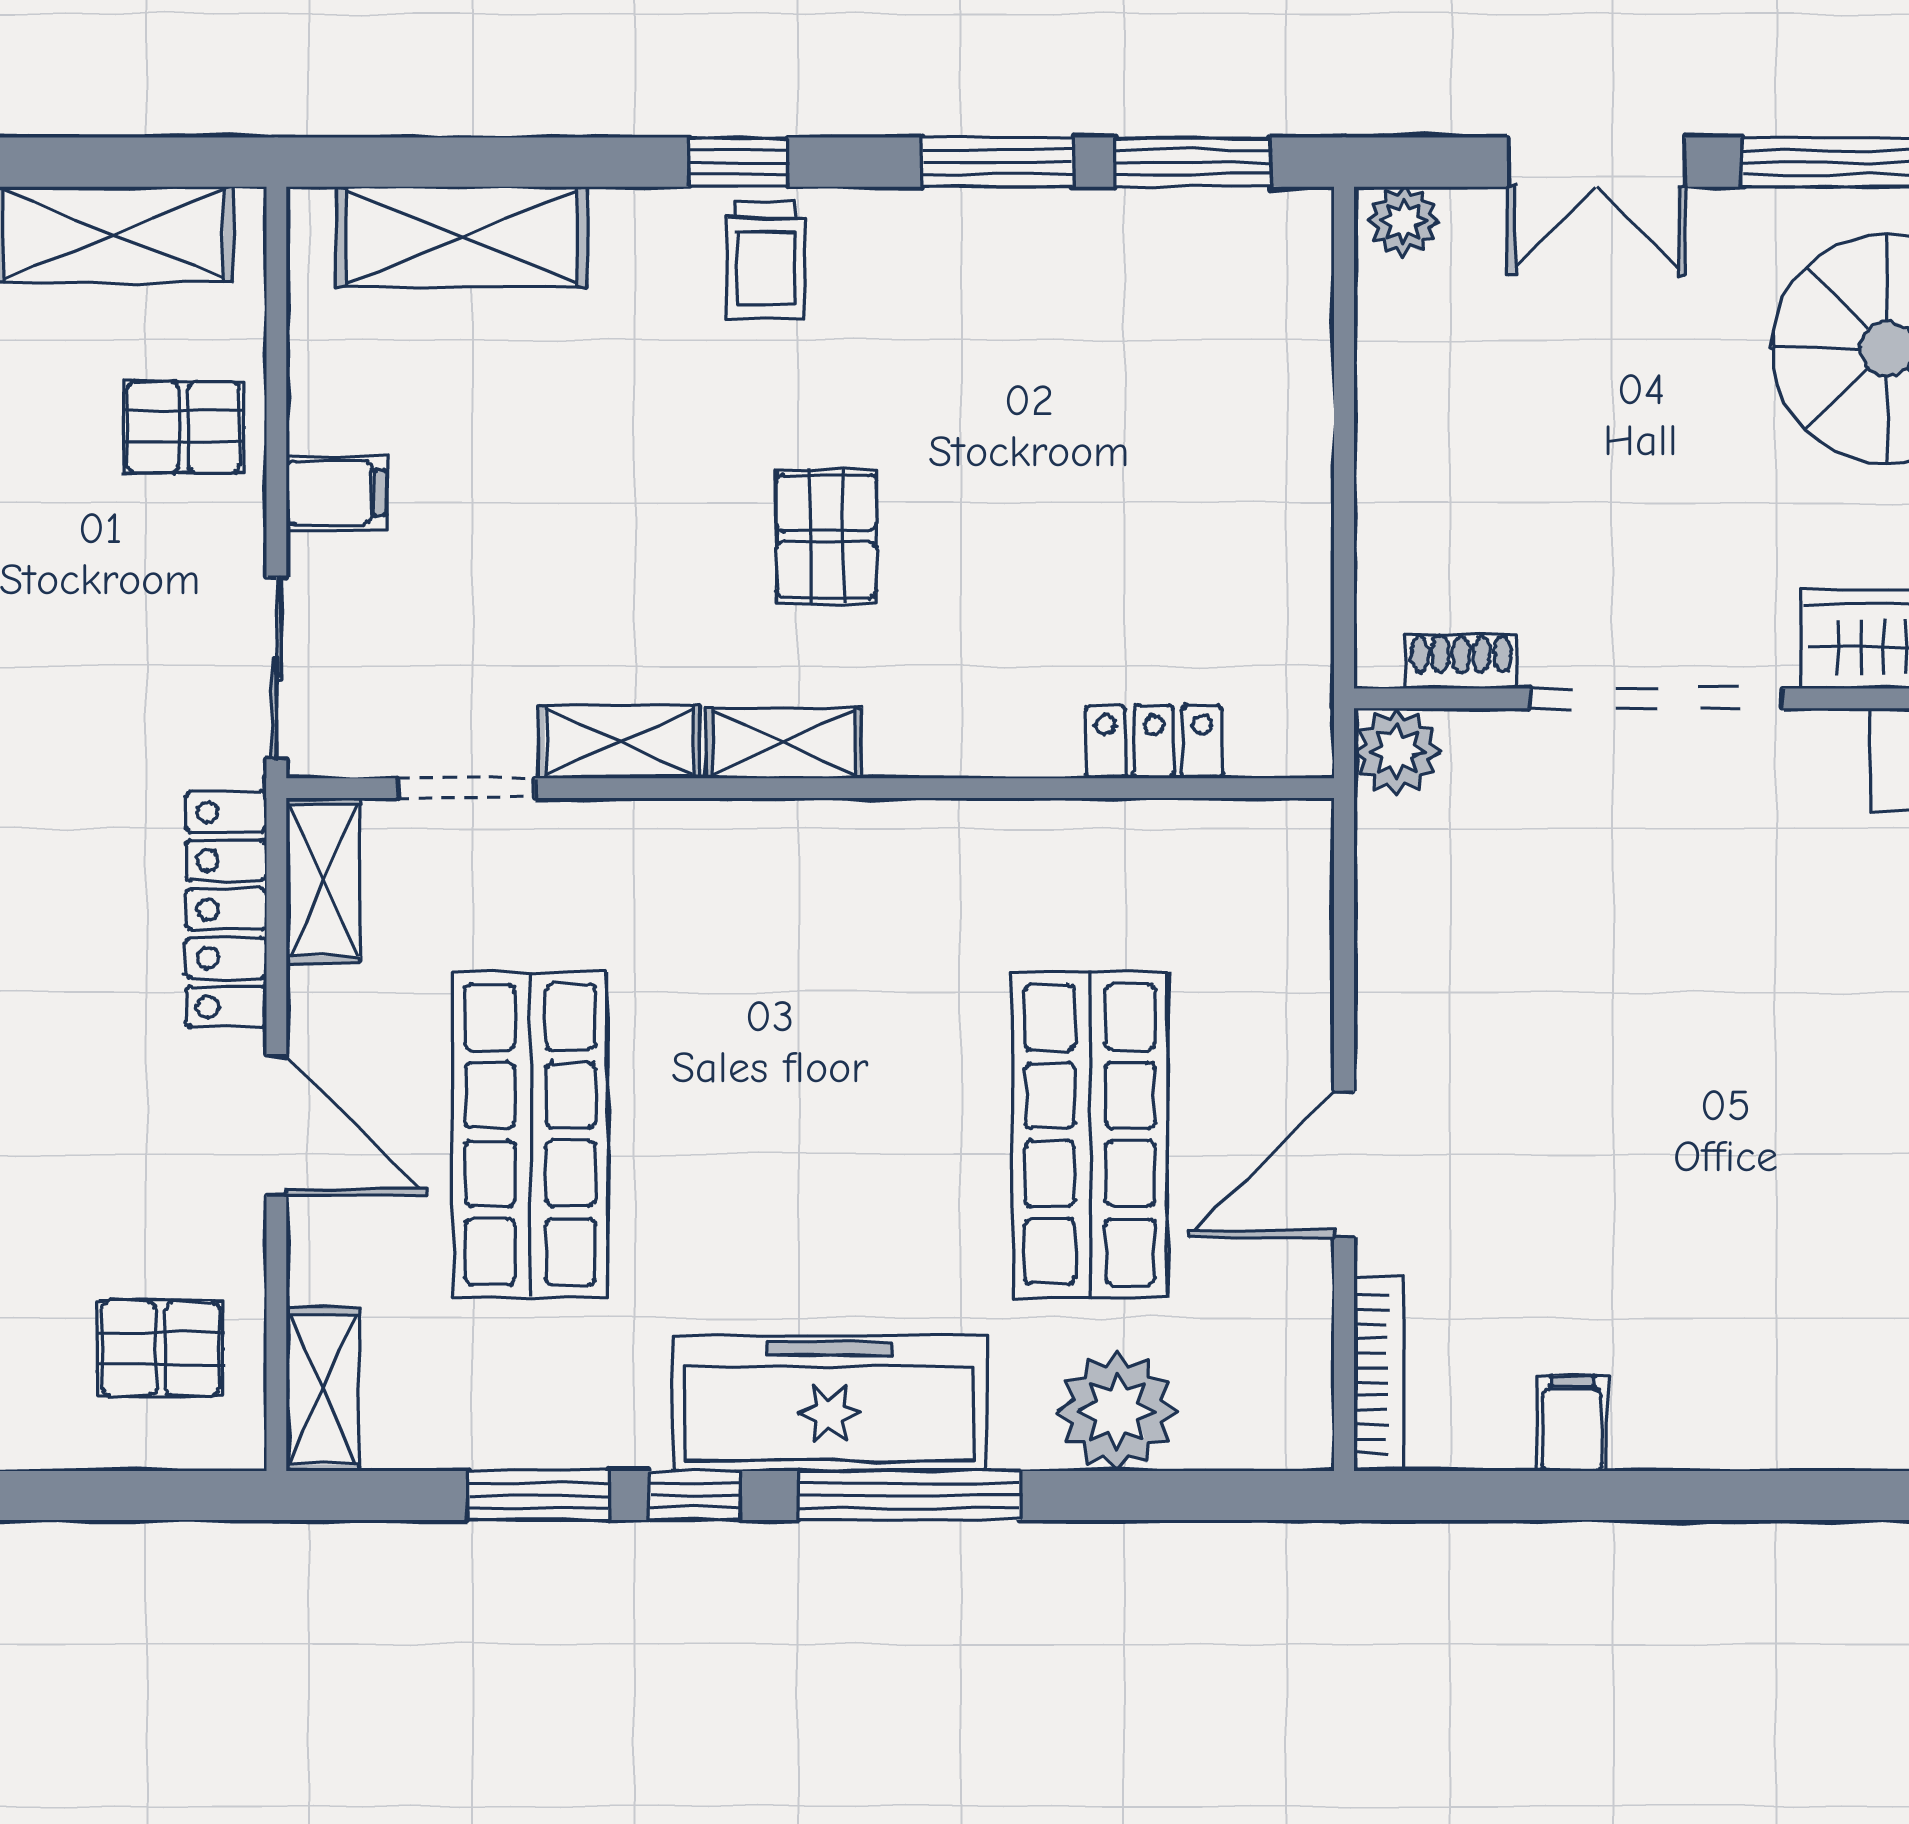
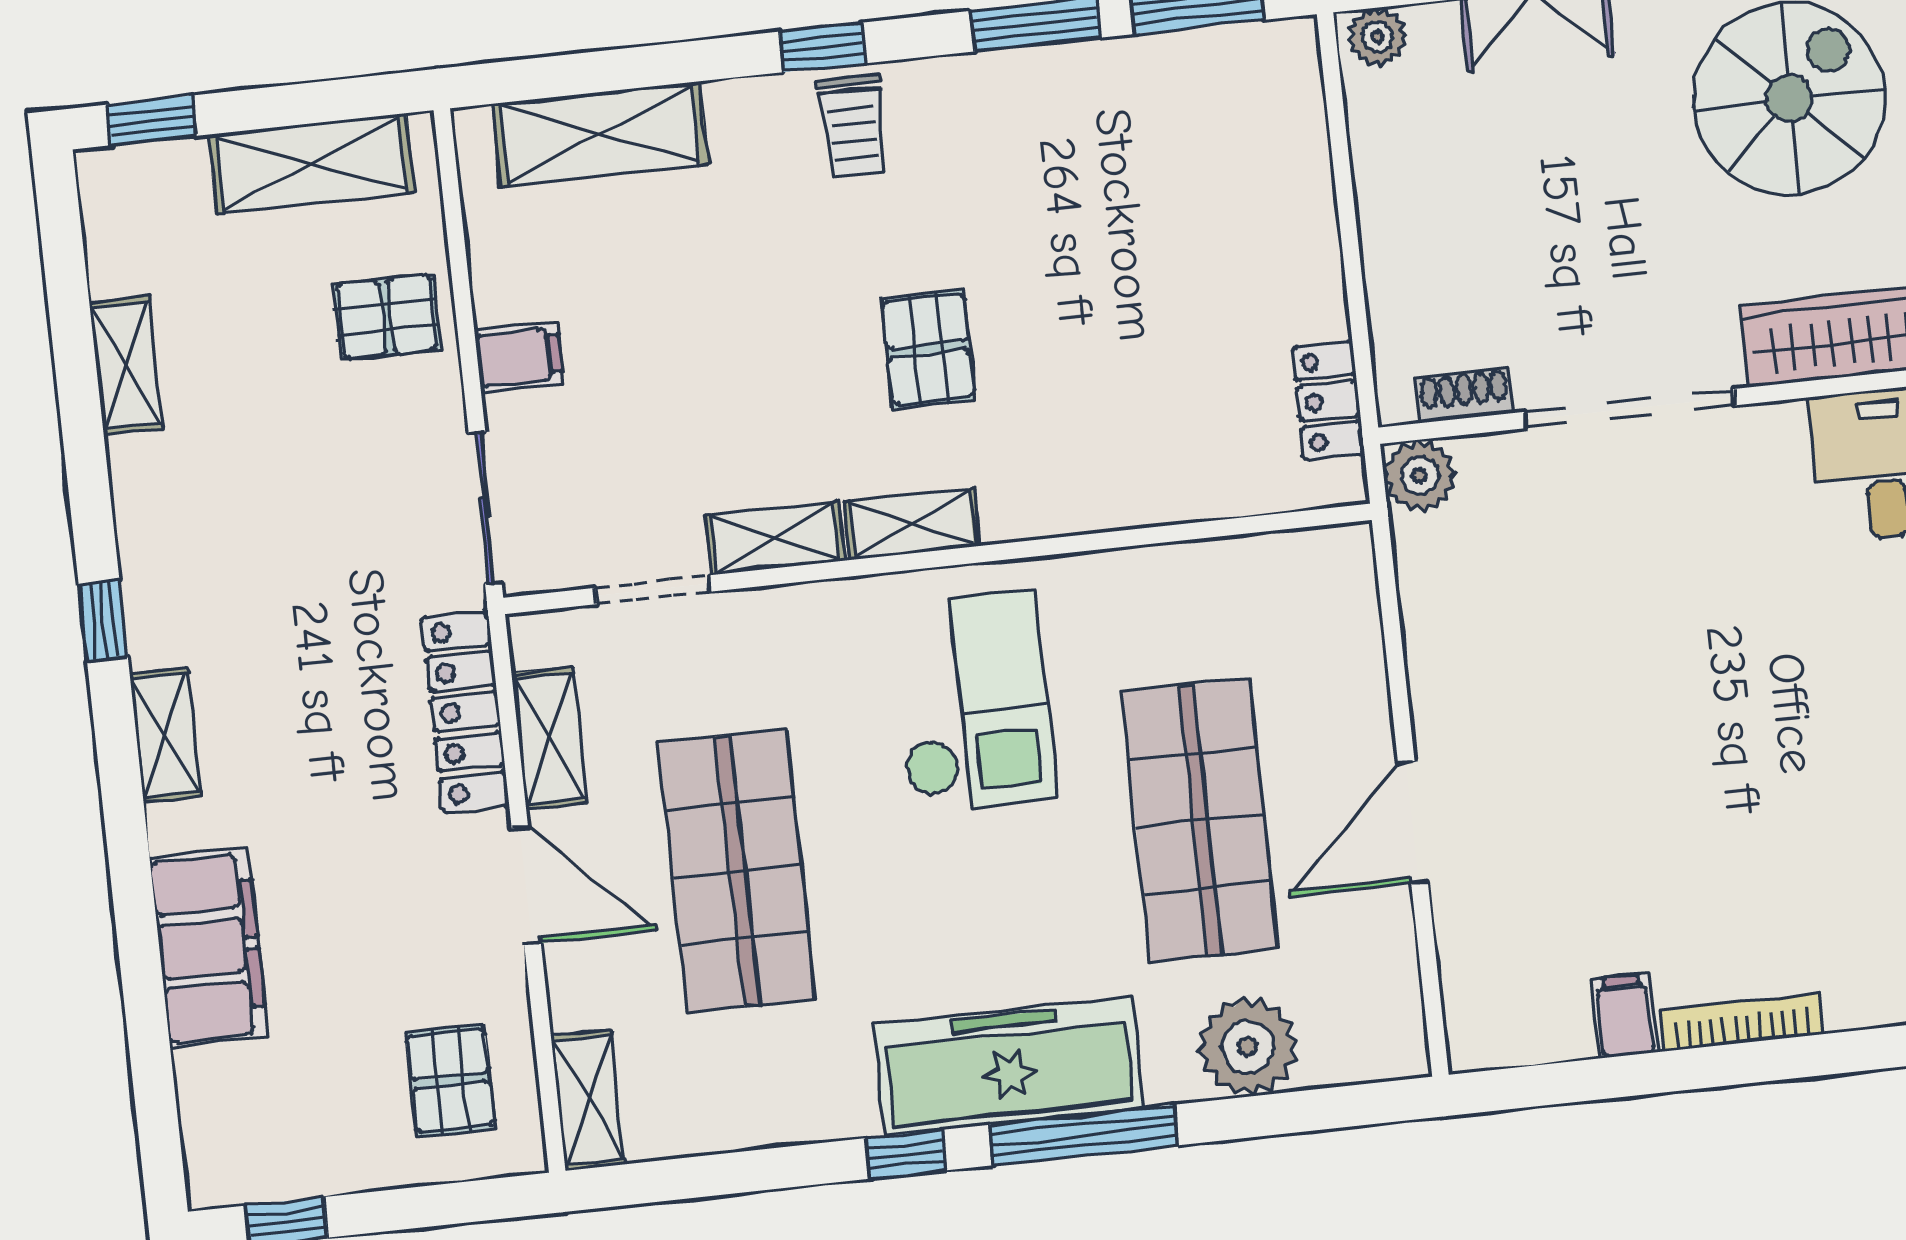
locker: (1154, 742) -> (1328, 401), moved, turned -90
shelving: (323, 880) -> (549, 738), moved
checkout: (834, 963) -> (973, 702), added
pallet: (160, 1348) -> (450, 1081), turned 90
bookcase: (1378, 1374) -> (1742, 1022), moved, turned -90
window: (538, 1495) -> (776, 1168), removed

